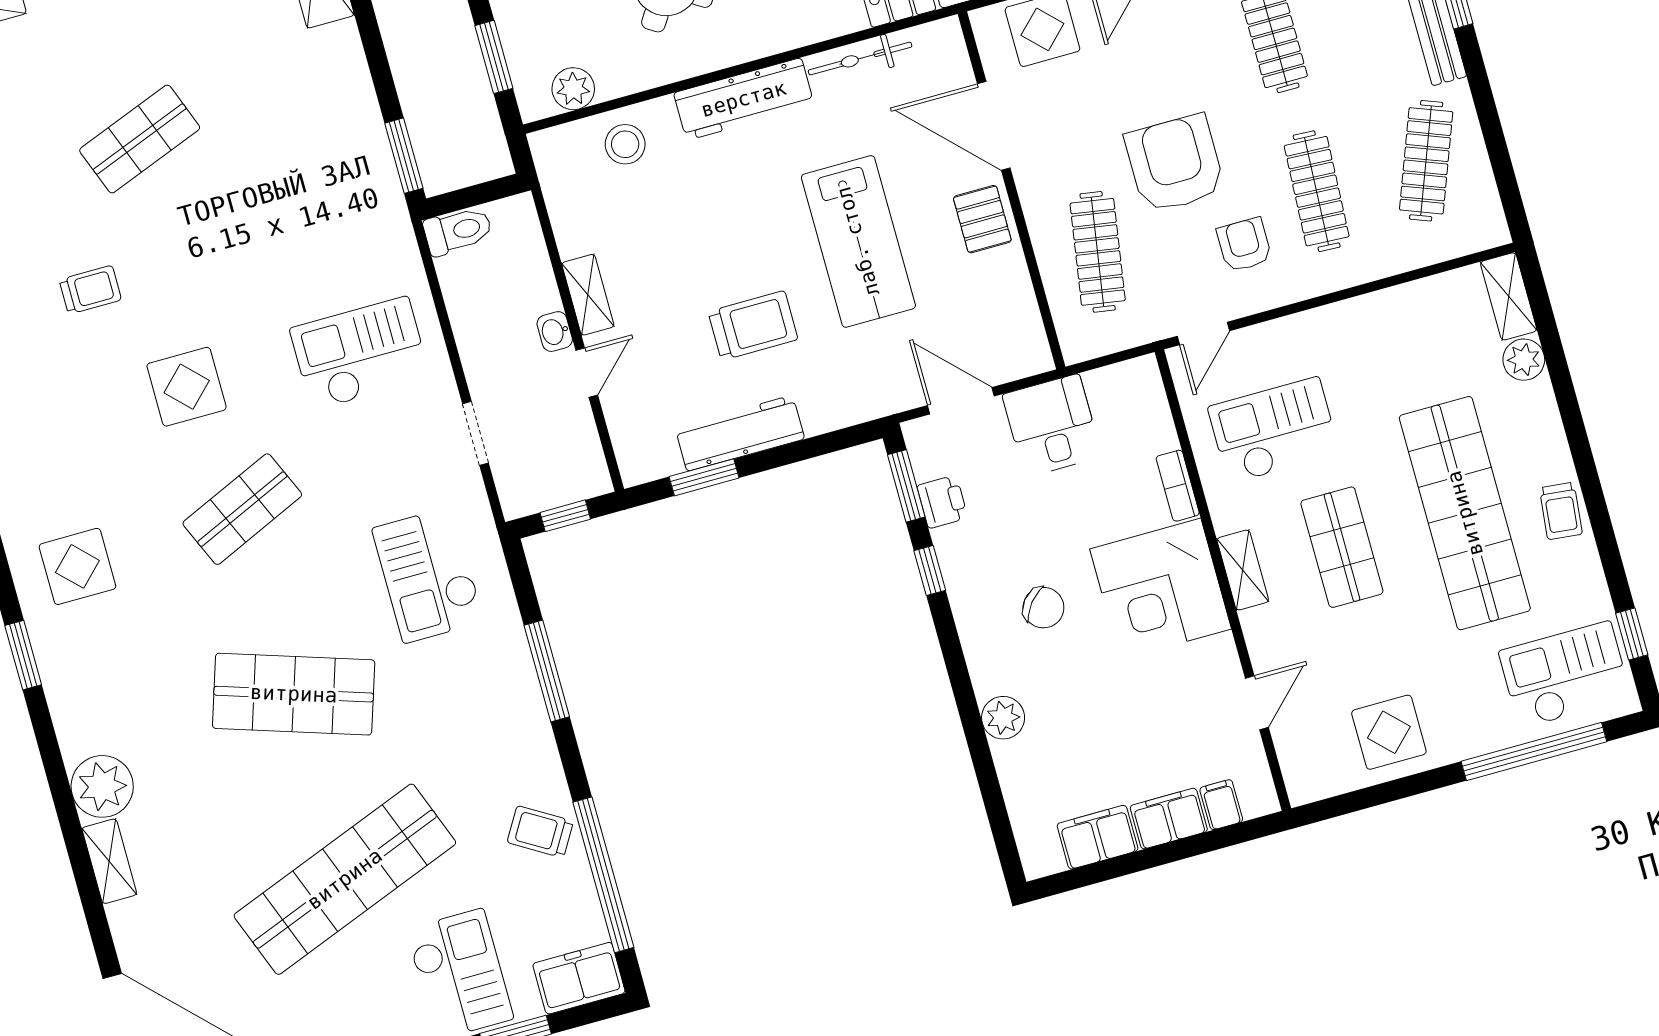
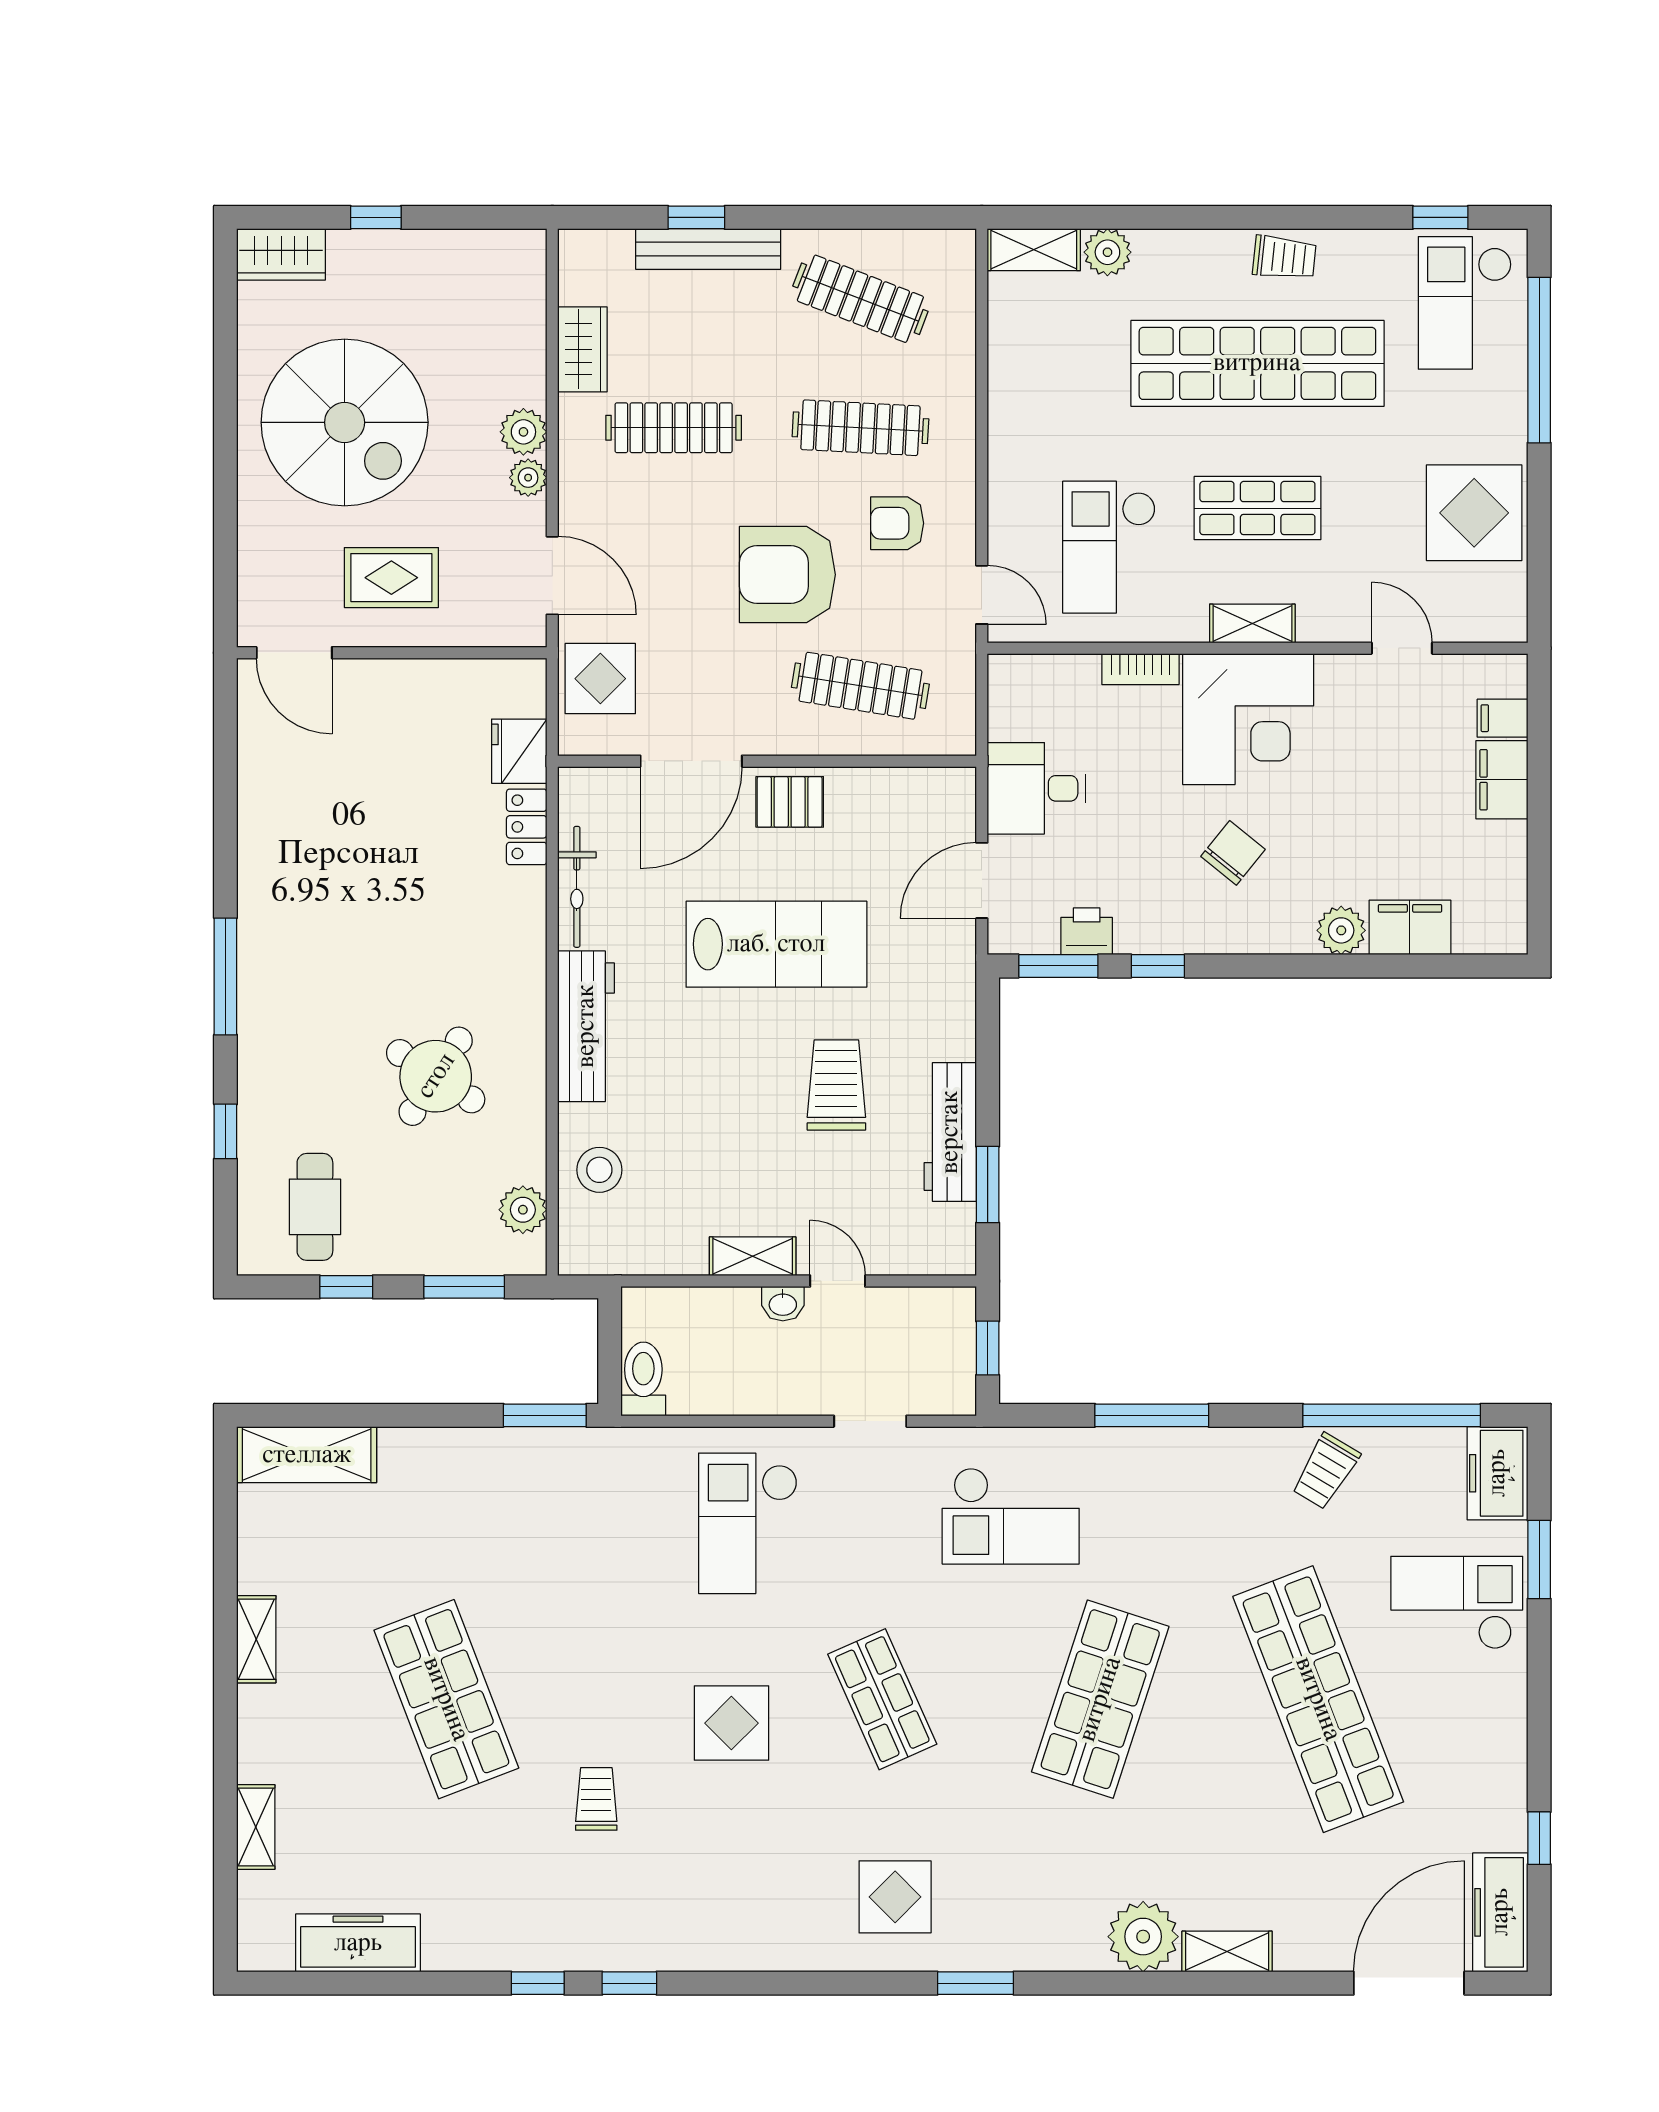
shop shelf: (140, 139) -> (446, 1699), width x1.43, depth x1.36
display table: (1389, 732) -> (1474, 513), width x1.36, depth x1.36
filing cabinet: (1098, 837) -> (1410, 927), moved, turned 90

